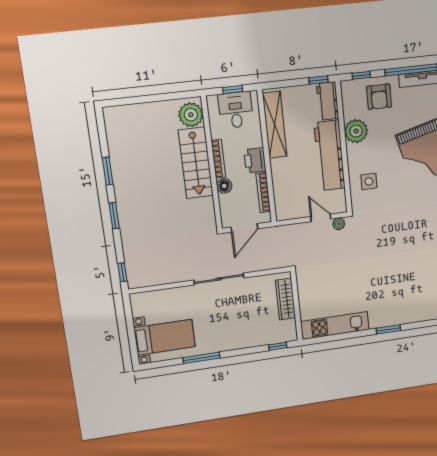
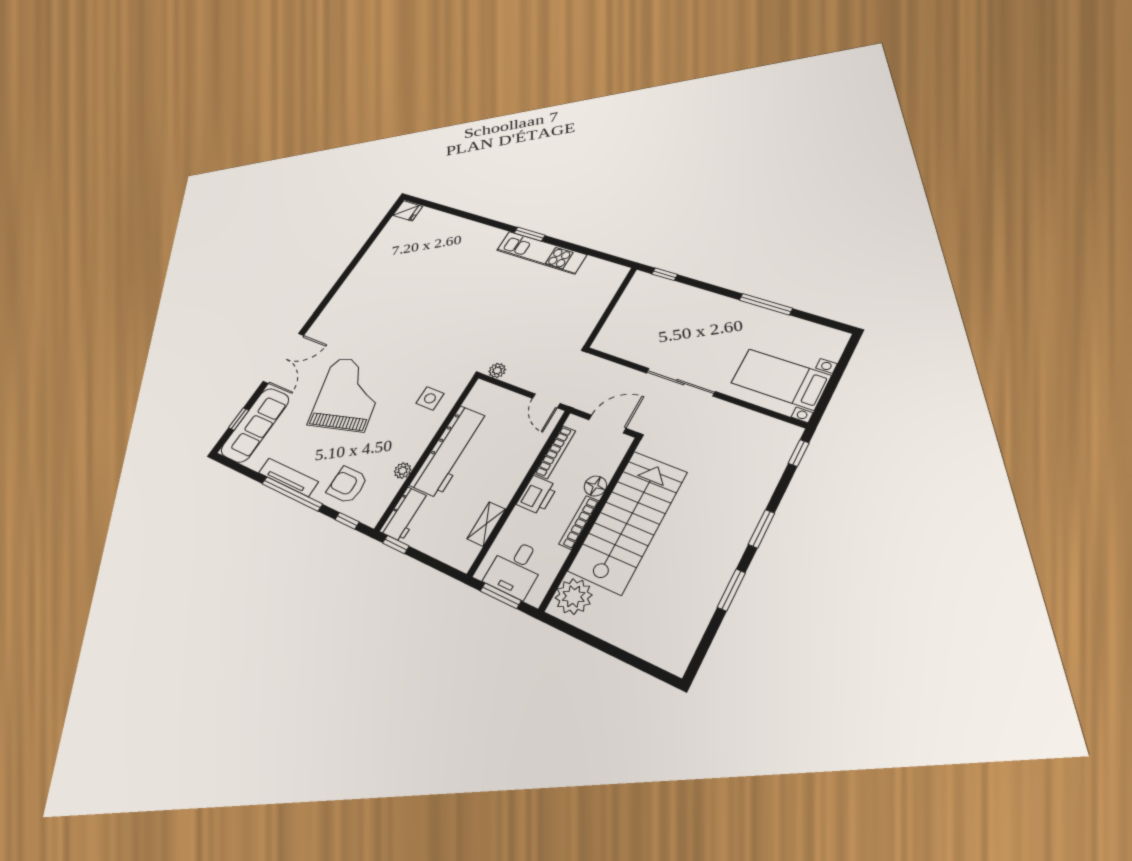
window: (233, 89) -> (501, 596), width x1.50
armchair: (379, 97) -> (347, 485), turned -90
shelving: (275, 125) -> (486, 524), width x0.45, depth x0.75
plant: (356, 131) -> (403, 471), width x0.53, depth x0.53
stairs: (196, 163) -> (628, 521), width x1.36, depth x1.51
door: (321, 218) -> (546, 401), moved
wardrobe: (285, 299) -> (618, 320), removed
kitchen unit: (335, 326) -> (541, 252), moved
bed with nightstands: (165, 337) -> (781, 379), moved

